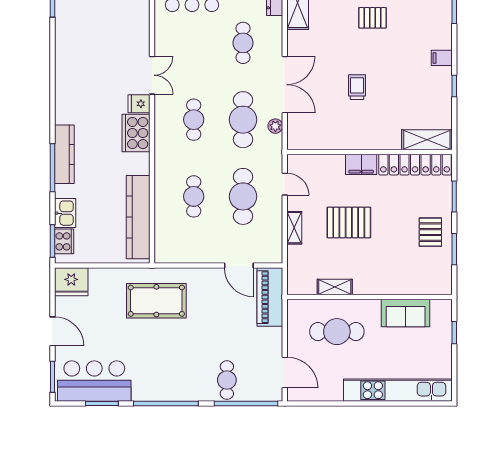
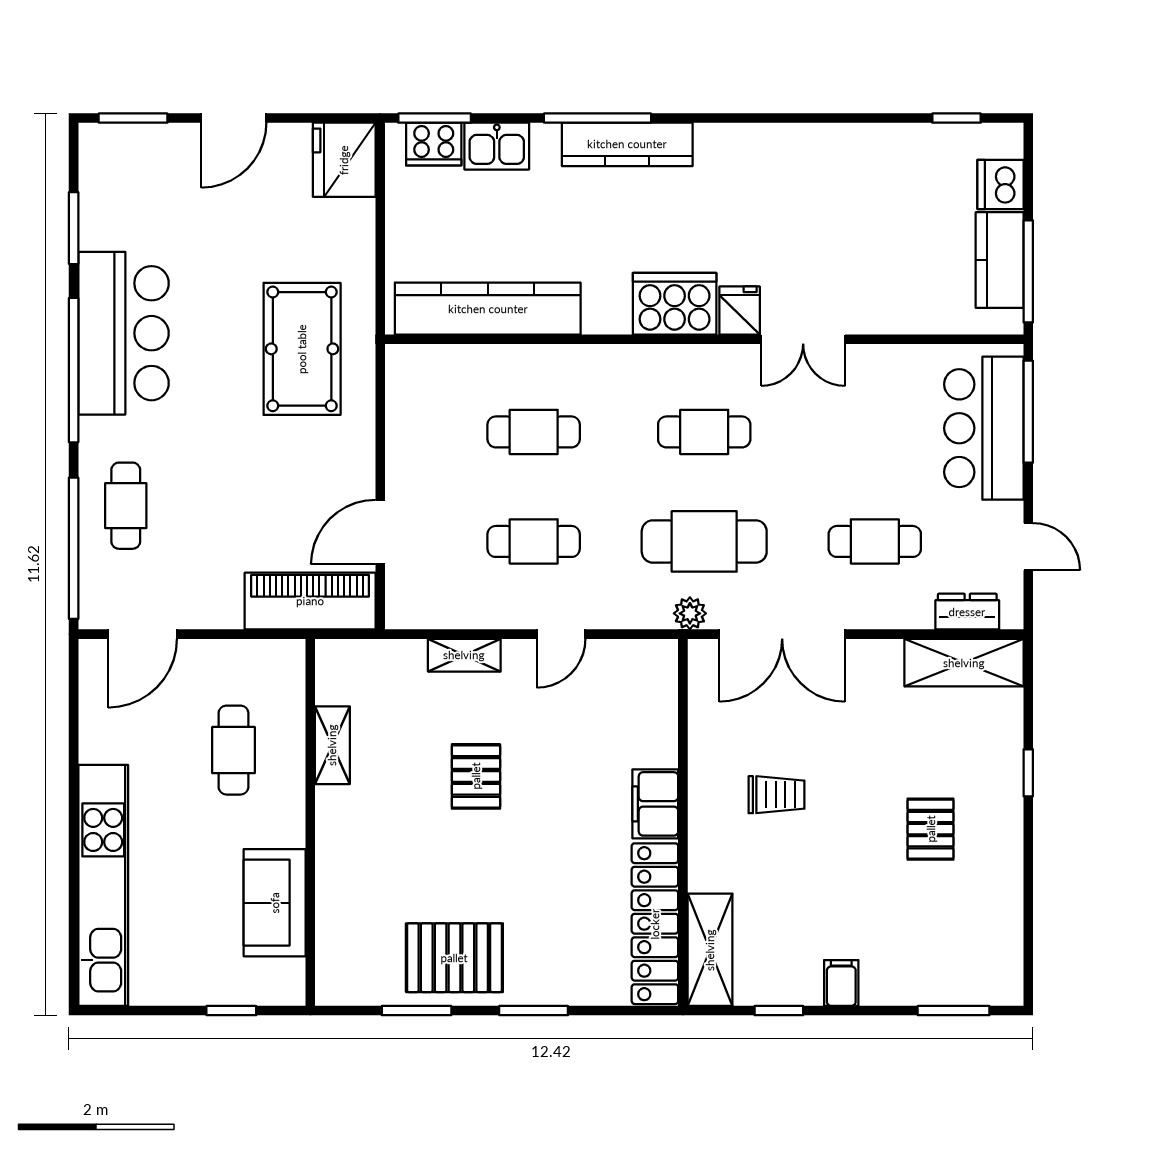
shelving: (427, 140) -> (710, 950), moved
wall: (369, 152) -> (683, 822), moved
filing cabinet: (361, 164) -> (655, 804), moved
locker: (415, 165) -> (655, 924), moved
cafe table: (243, 196) -> (534, 541), width x0.73, depth x0.74
pallet: (349, 222) -> (476, 776), width x0.67, depth x0.71
pallet: (430, 232) -> (454, 958), width x1.50, depth x1.42
cafe table: (337, 332) -> (233, 750), width x0.73, depth x0.74
cafe table: (227, 380) -> (126, 506), turned 90
bar counter: (94, 381) -> (124, 333), moved

